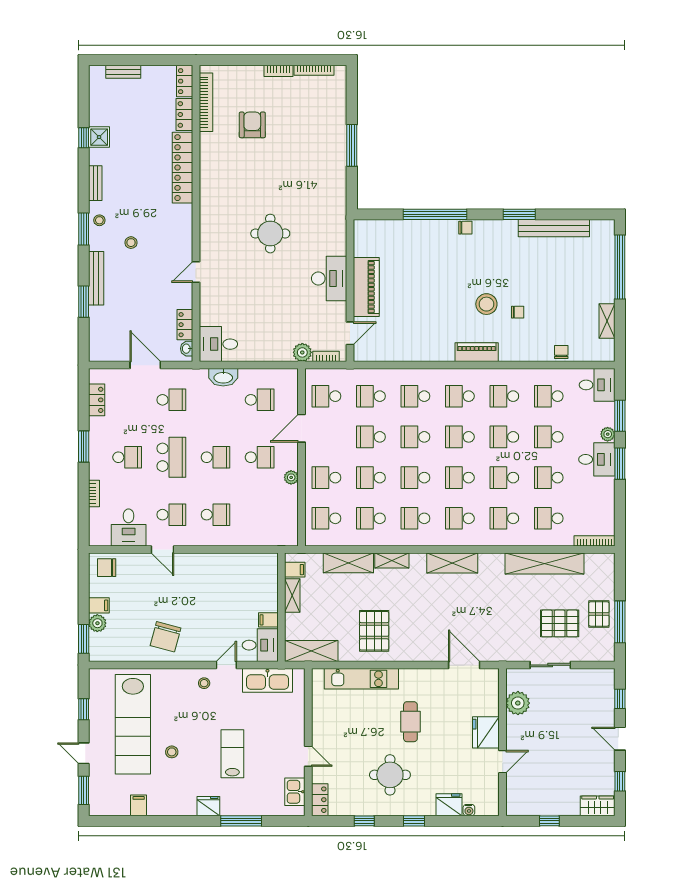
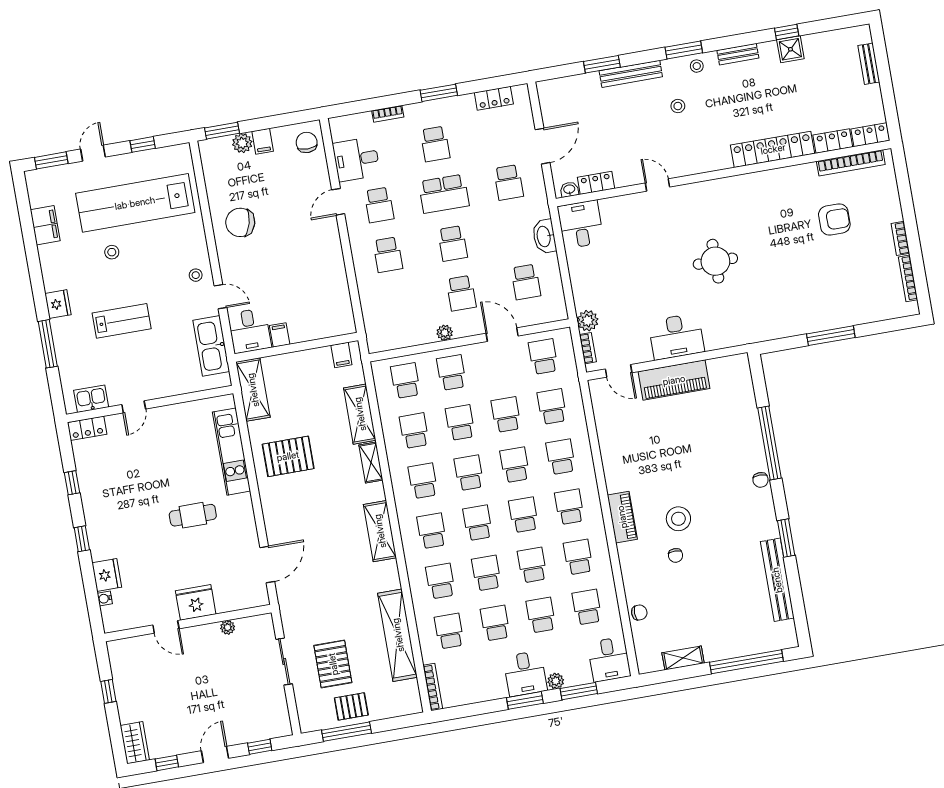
shelving: (292, 595) -> (312, 357), removed
plant: (518, 703) -> (228, 627), width x0.53, depth x0.53
round table: (390, 775) -> (129, 503), removed
filing cabinet: (139, 805) -> (45, 225), width x2.00

